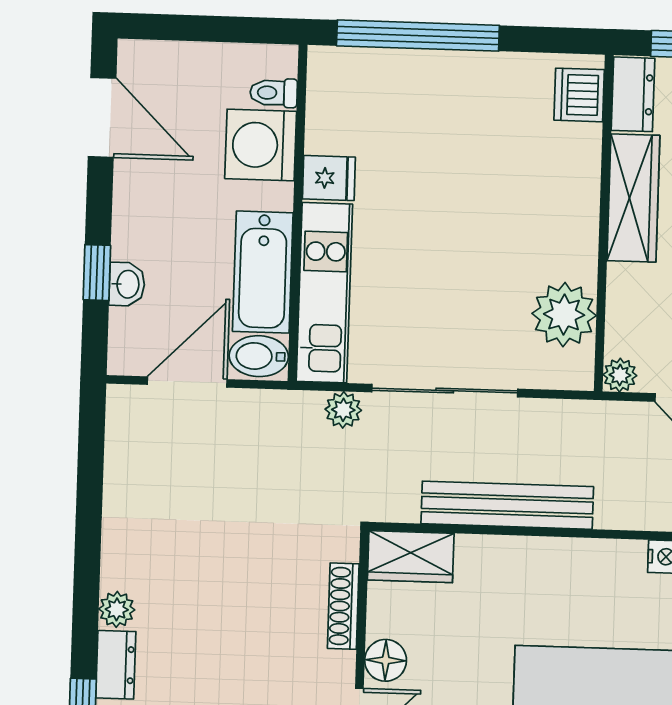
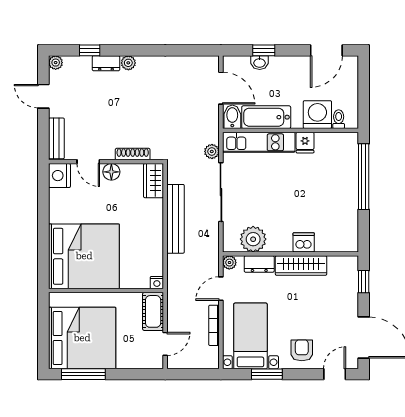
dresser: (633, 94) -> (259, 264), moved
dishwasher: (579, 95) -> (304, 242), moved

